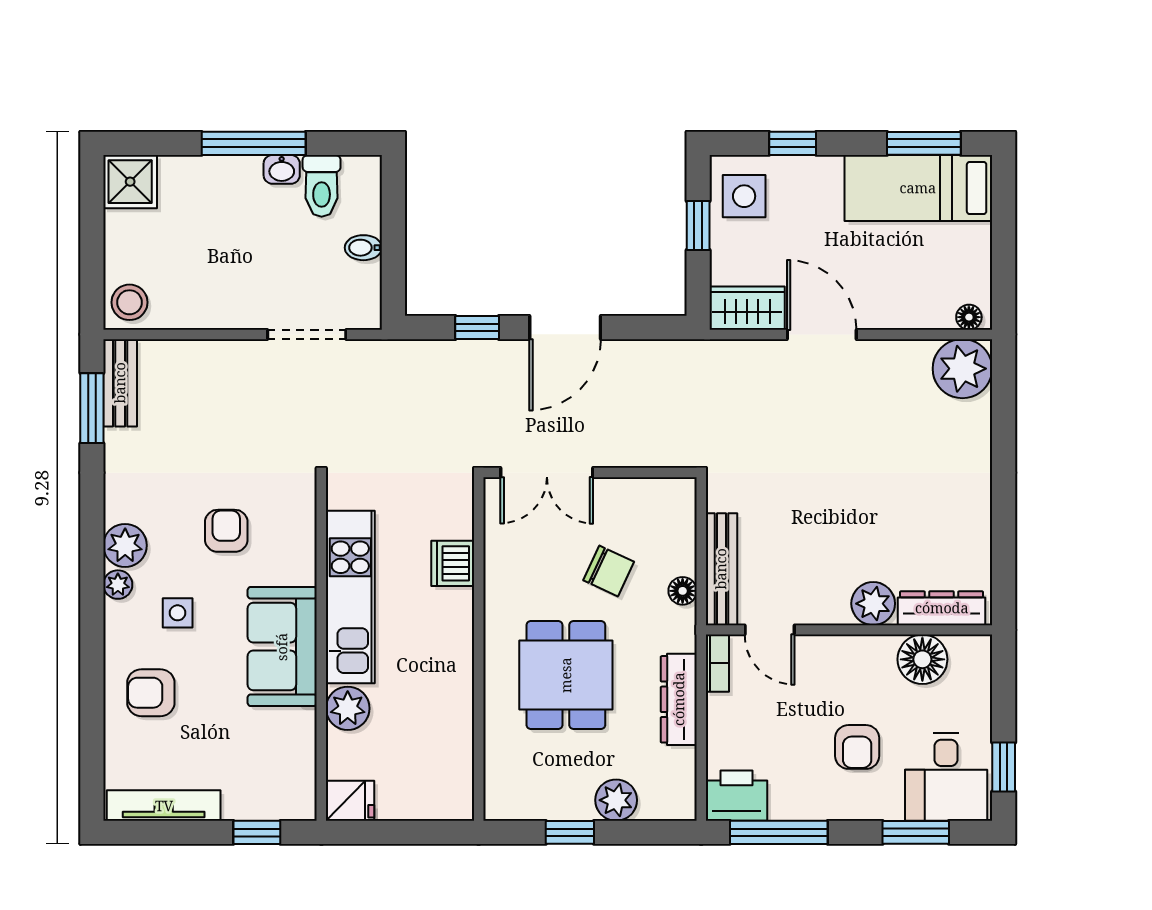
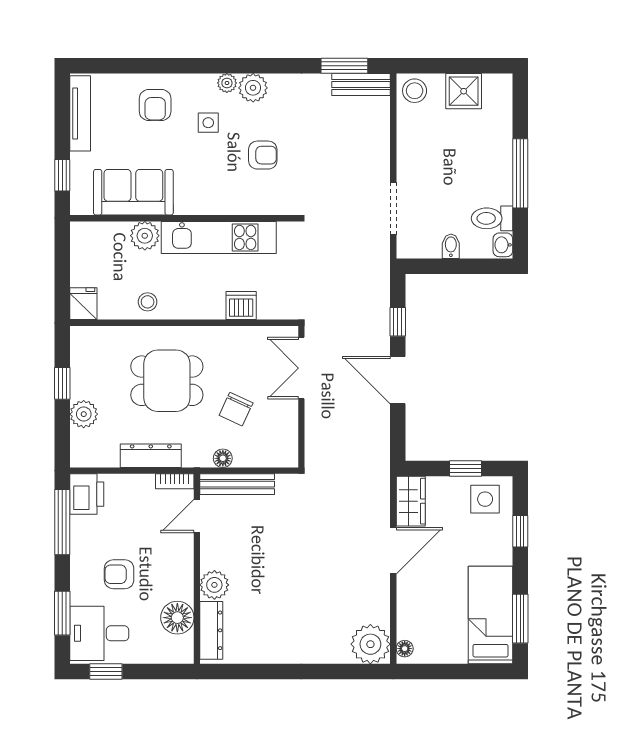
washbasin: (282, 169) -> (503, 245), moved
shower: (130, 182) -> (464, 91), moved
sofa: (282, 647) -> (133, 192), moved
armchair: (151, 693) -> (155, 105), turned 180
stool: (447, 704) -> (148, 302), added
fridge: (350, 801) -> (83, 304), moved, turned 180

